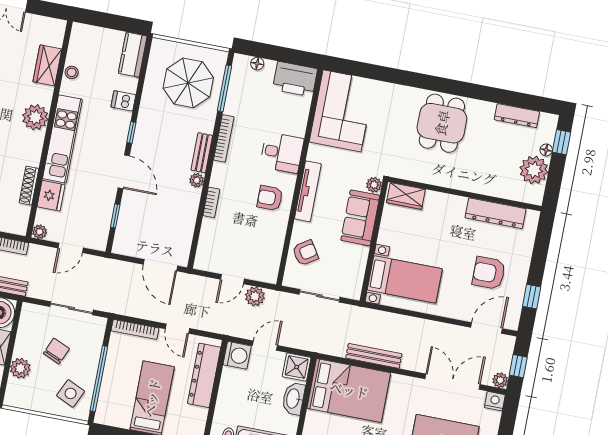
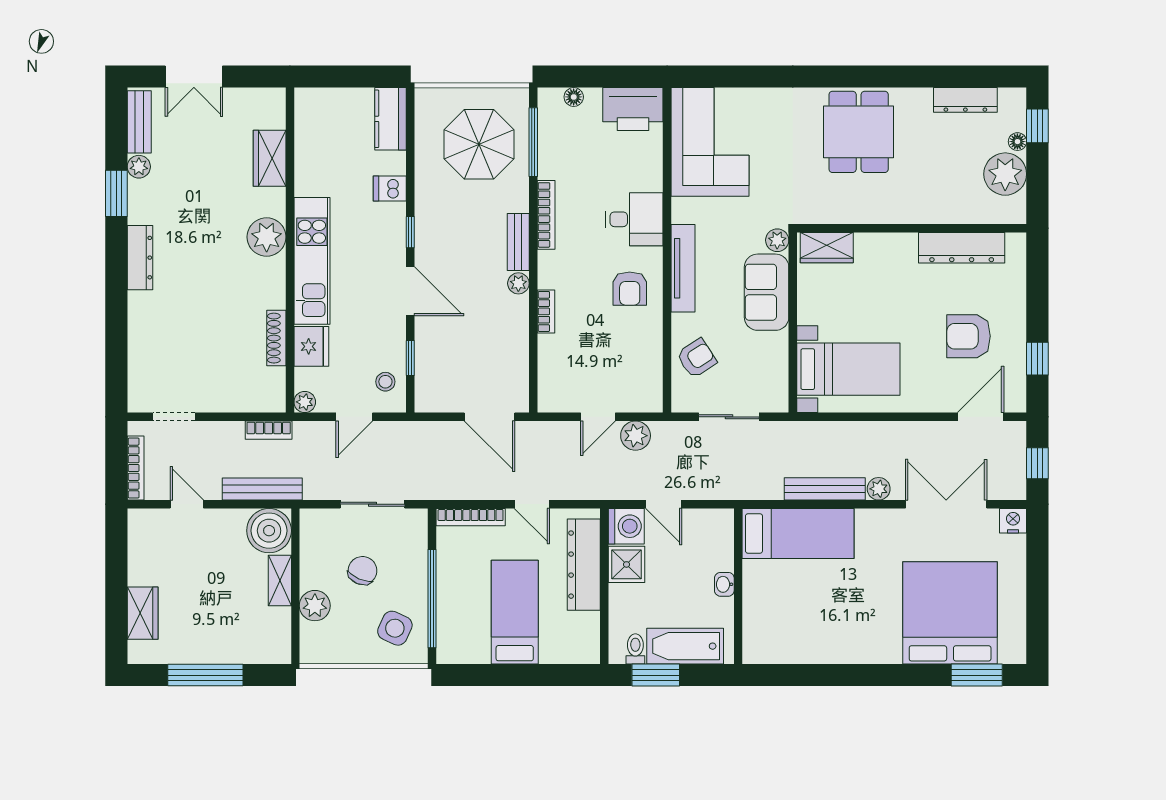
stool: (72, 72) -> (385, 382), moved
armchair: (270, 198) -> (630, 289), turned -90
door: (265, 346) -> (664, 504), swing flipped
shower: (297, 367) -> (627, 564), moved
plant: (500, 380) -> (879, 489), moved
bed: (349, 390) -> (798, 533), width x0.67
washbasin: (293, 399) -> (724, 584), width x0.52, depth x0.69

